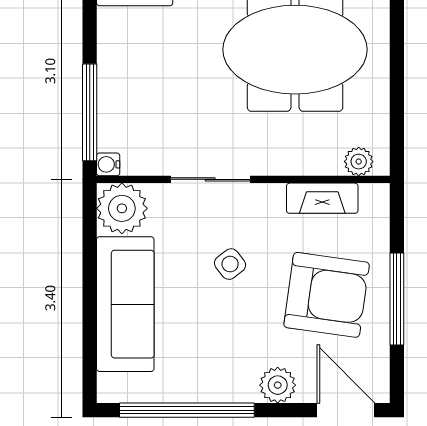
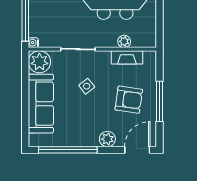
plant: (359, 162) -> (124, 41), moved
armchair: (327, 295) -> (129, 100), width x0.73, depth x0.73
door: (346, 410) -> (137, 150), hinge flipped

